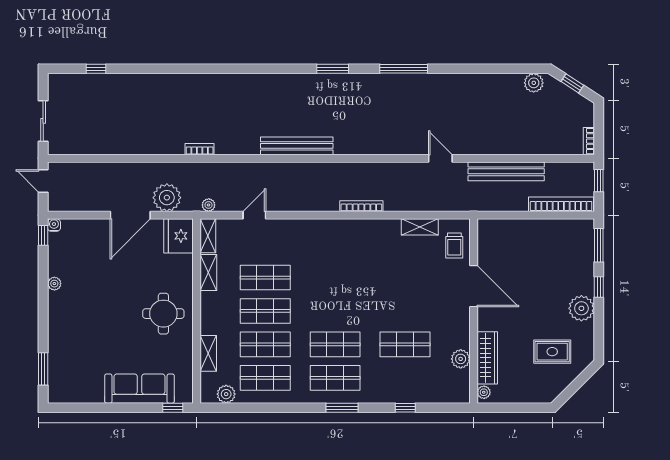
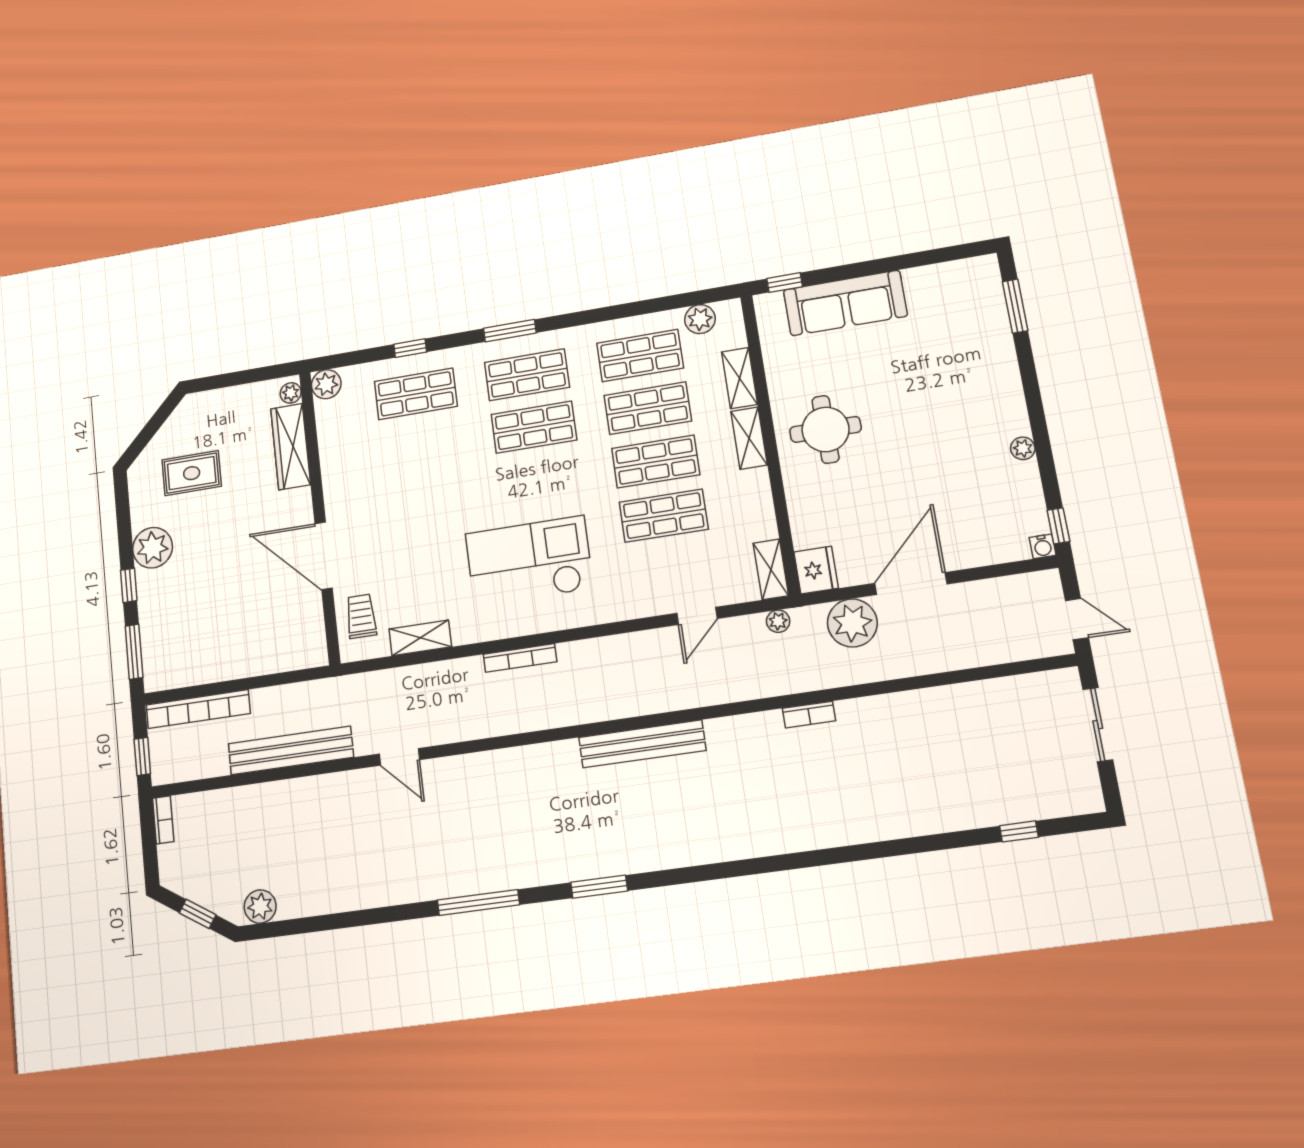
fridge: (179, 236) -> (816, 570), width x0.73, depth x0.75
checkout: (349, 263) -> (529, 561), added
shelving: (208, 272) -> (749, 438), moved
shop shelf: (405, 344) -> (416, 394), moved
plant: (461, 359) -> (326, 384), moved

